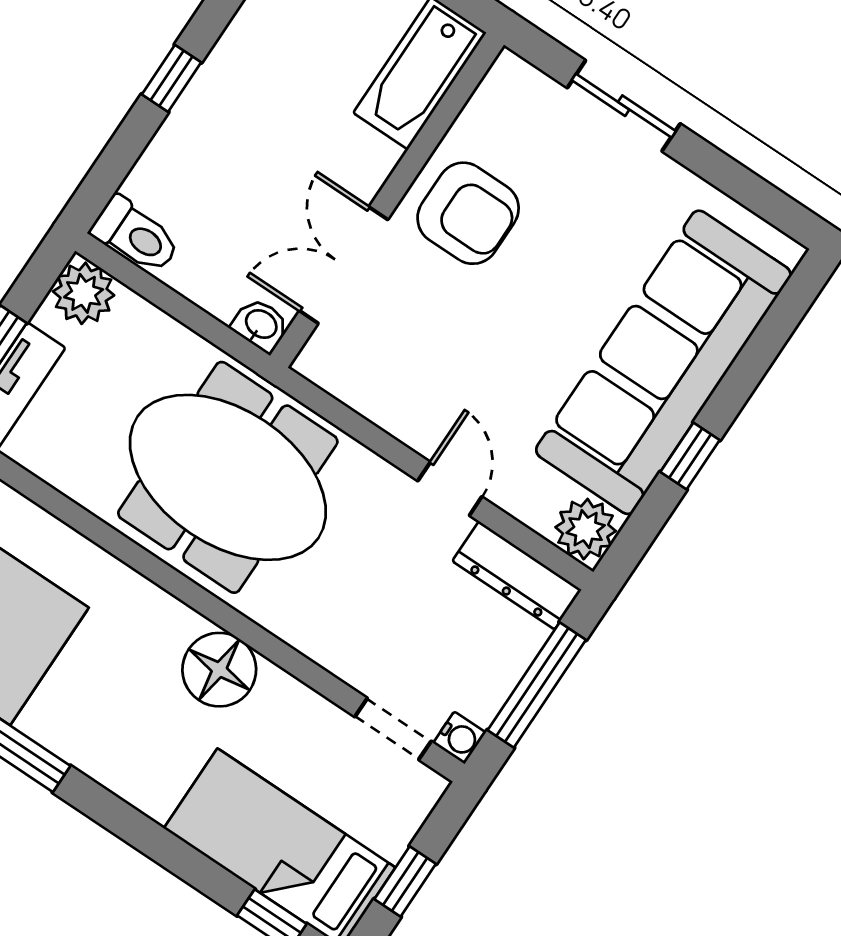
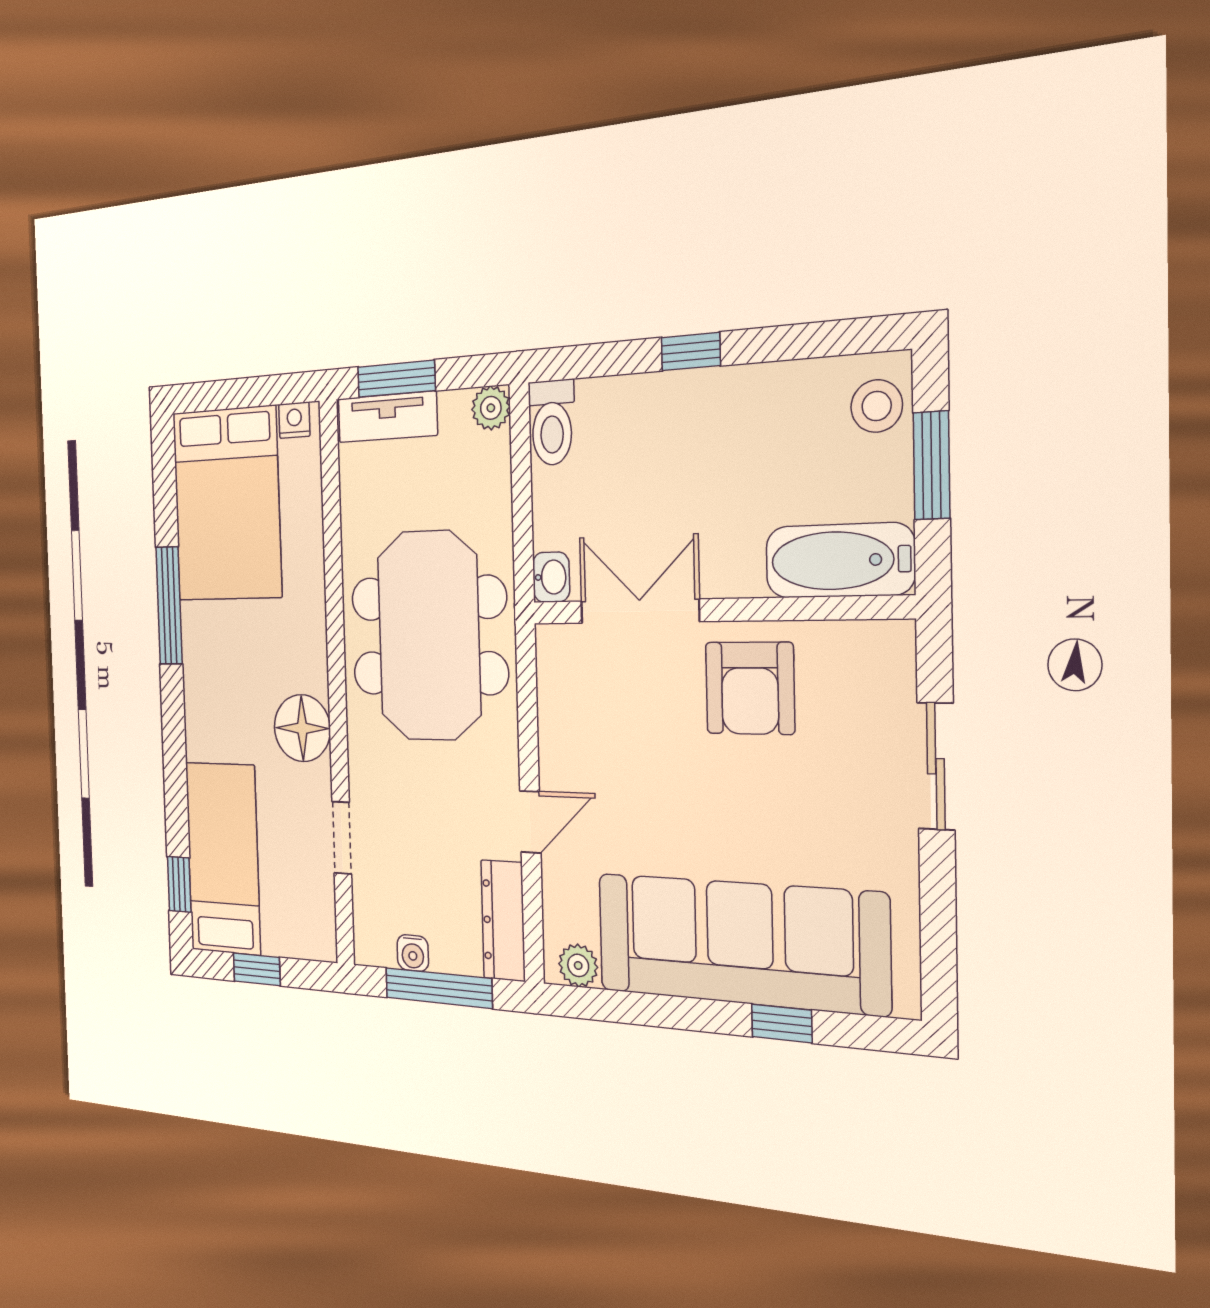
plant: (84, 293) -> (491, 408), width x0.73, depth x0.73
window: (690, 456) -> (782, 1023), moved
plant: (586, 529) -> (578, 965), width x0.73, depth x0.73
doorway: (393, 729) -> (342, 838), moved
water cooler: (459, 738) -> (413, 953), moved

